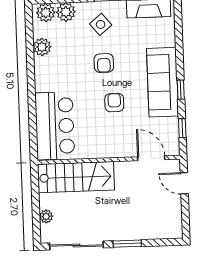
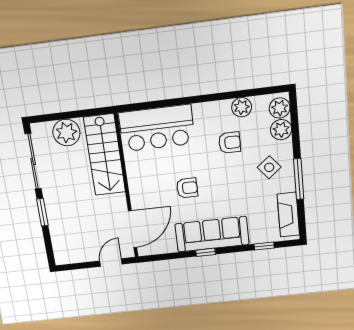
armchair: (104, 63) -> (230, 143), moved, turned 180
window: (182, 128) -> (264, 246), moved
door: (151, 158) -> (133, 229), width x1.36
plant: (46, 216) -> (66, 133), width x1.88, depth x1.88

